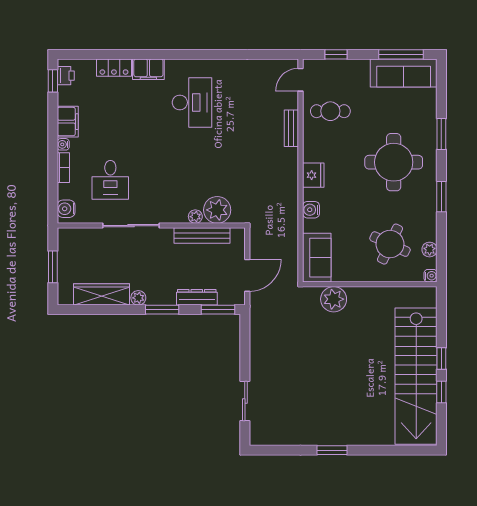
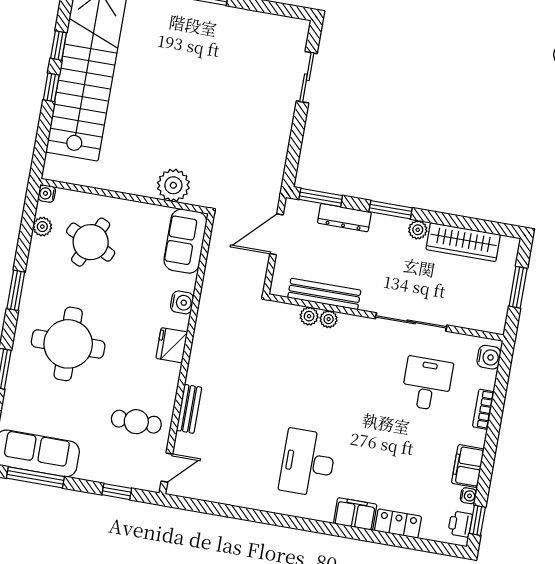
water cooler: (63, 144) -> (468, 496), moved
plant: (217, 210) -> (309, 316), width x0.53, depth x0.53

